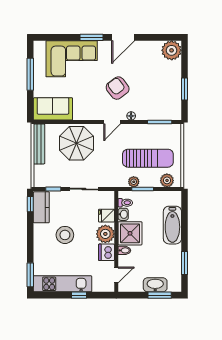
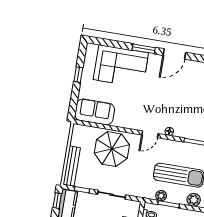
window: (30, 74) -> (78, 75), width x0.46
armchair: (118, 88) -> (161, 102), removed
bench: (39, 144) -> (72, 166), moved

